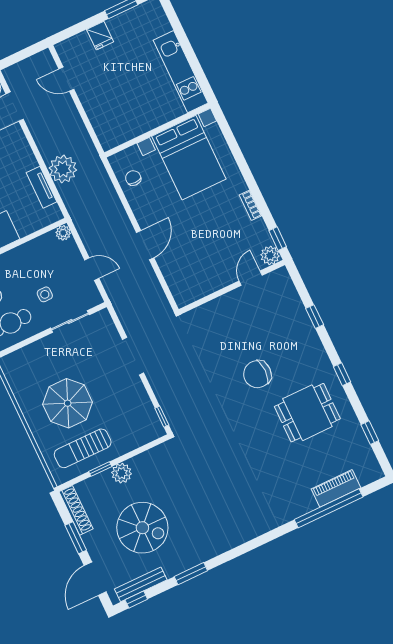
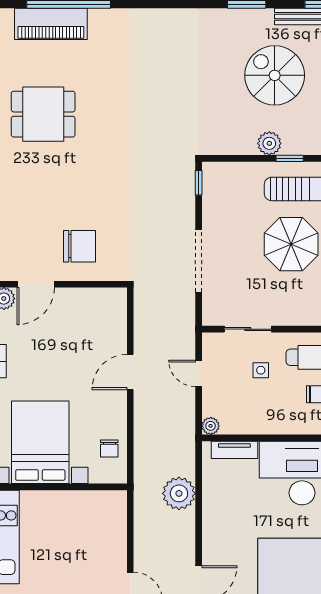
tv unit: (41, 187) -> (234, 450), moved, turned 90
door: (251, 278) -> (36, 284), width x1.38
doorway: (133, 356) -> (199, 261), width x1.36
chair: (257, 374) -> (79, 246), moved
piano: (336, 488) -> (51, 24), width x1.37, depth x1.33

